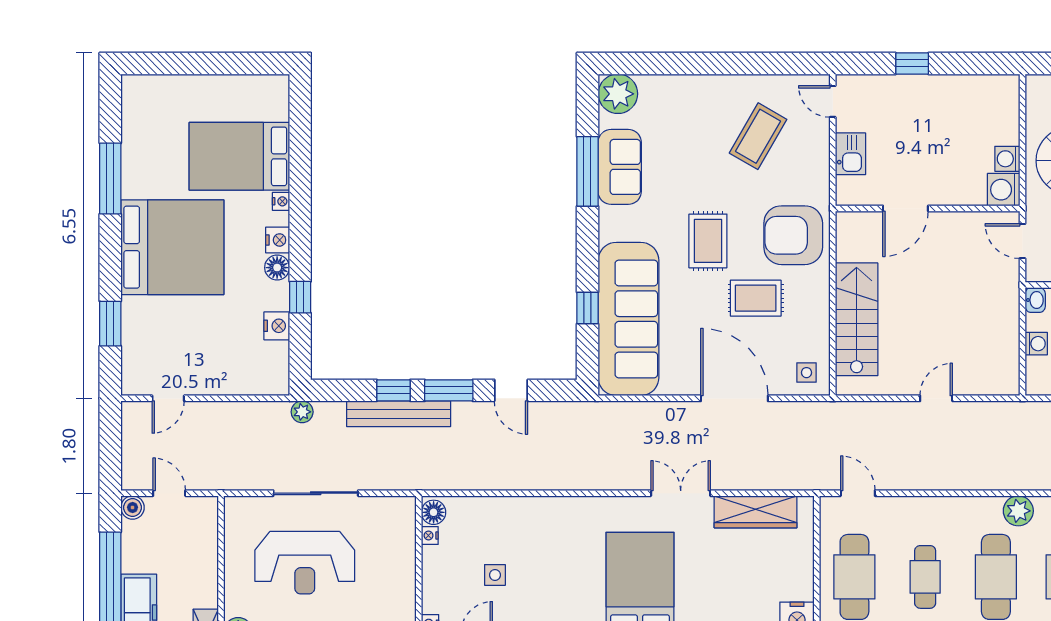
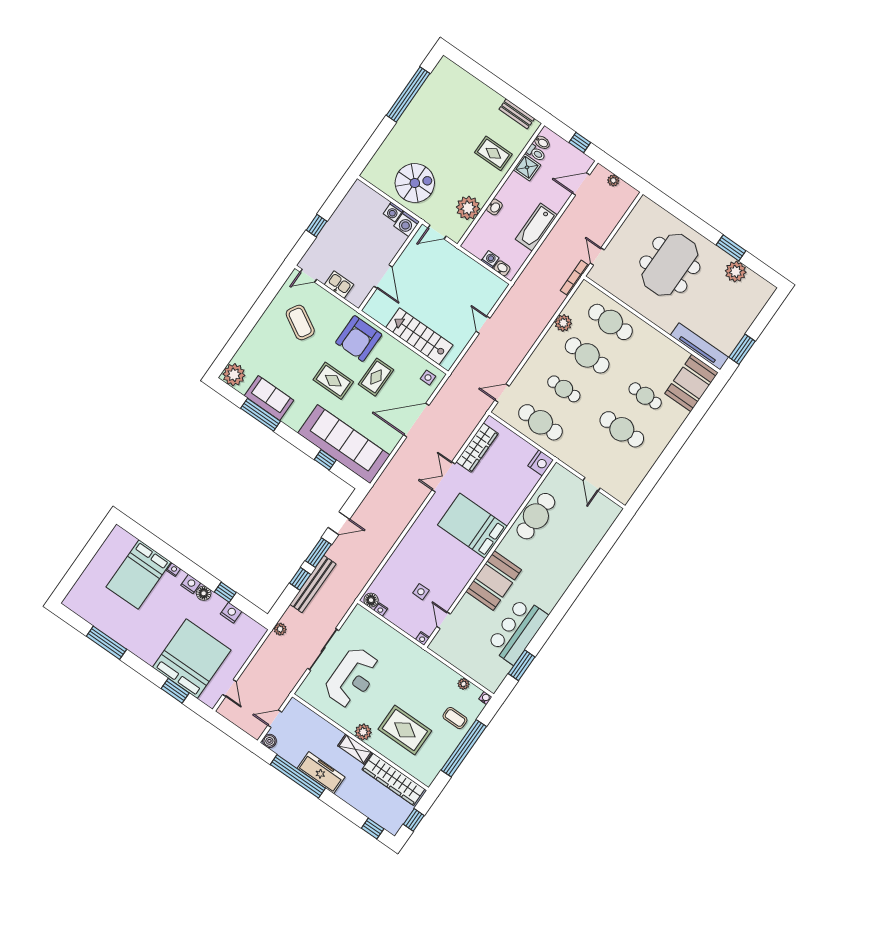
bed: (172, 247) -> (192, 659), moved
washbasin: (1035, 300) -> (502, 268), moved

